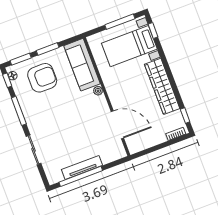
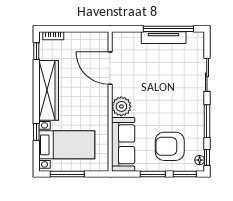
window: (153, 31) -> (36, 132), moved
plant: (98, 91) -> (121, 106), width x1.87, depth x1.87

